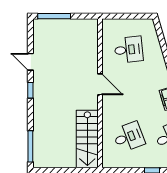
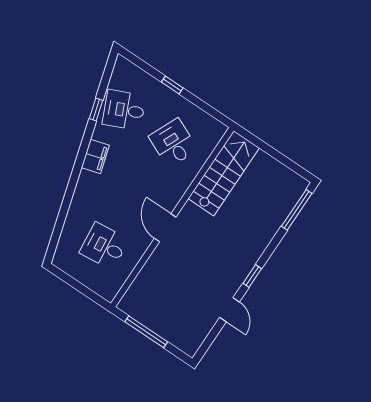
window: (54, 16) -> (146, 332), moved
desk: (129, 137) -> (173, 143), turned 45

